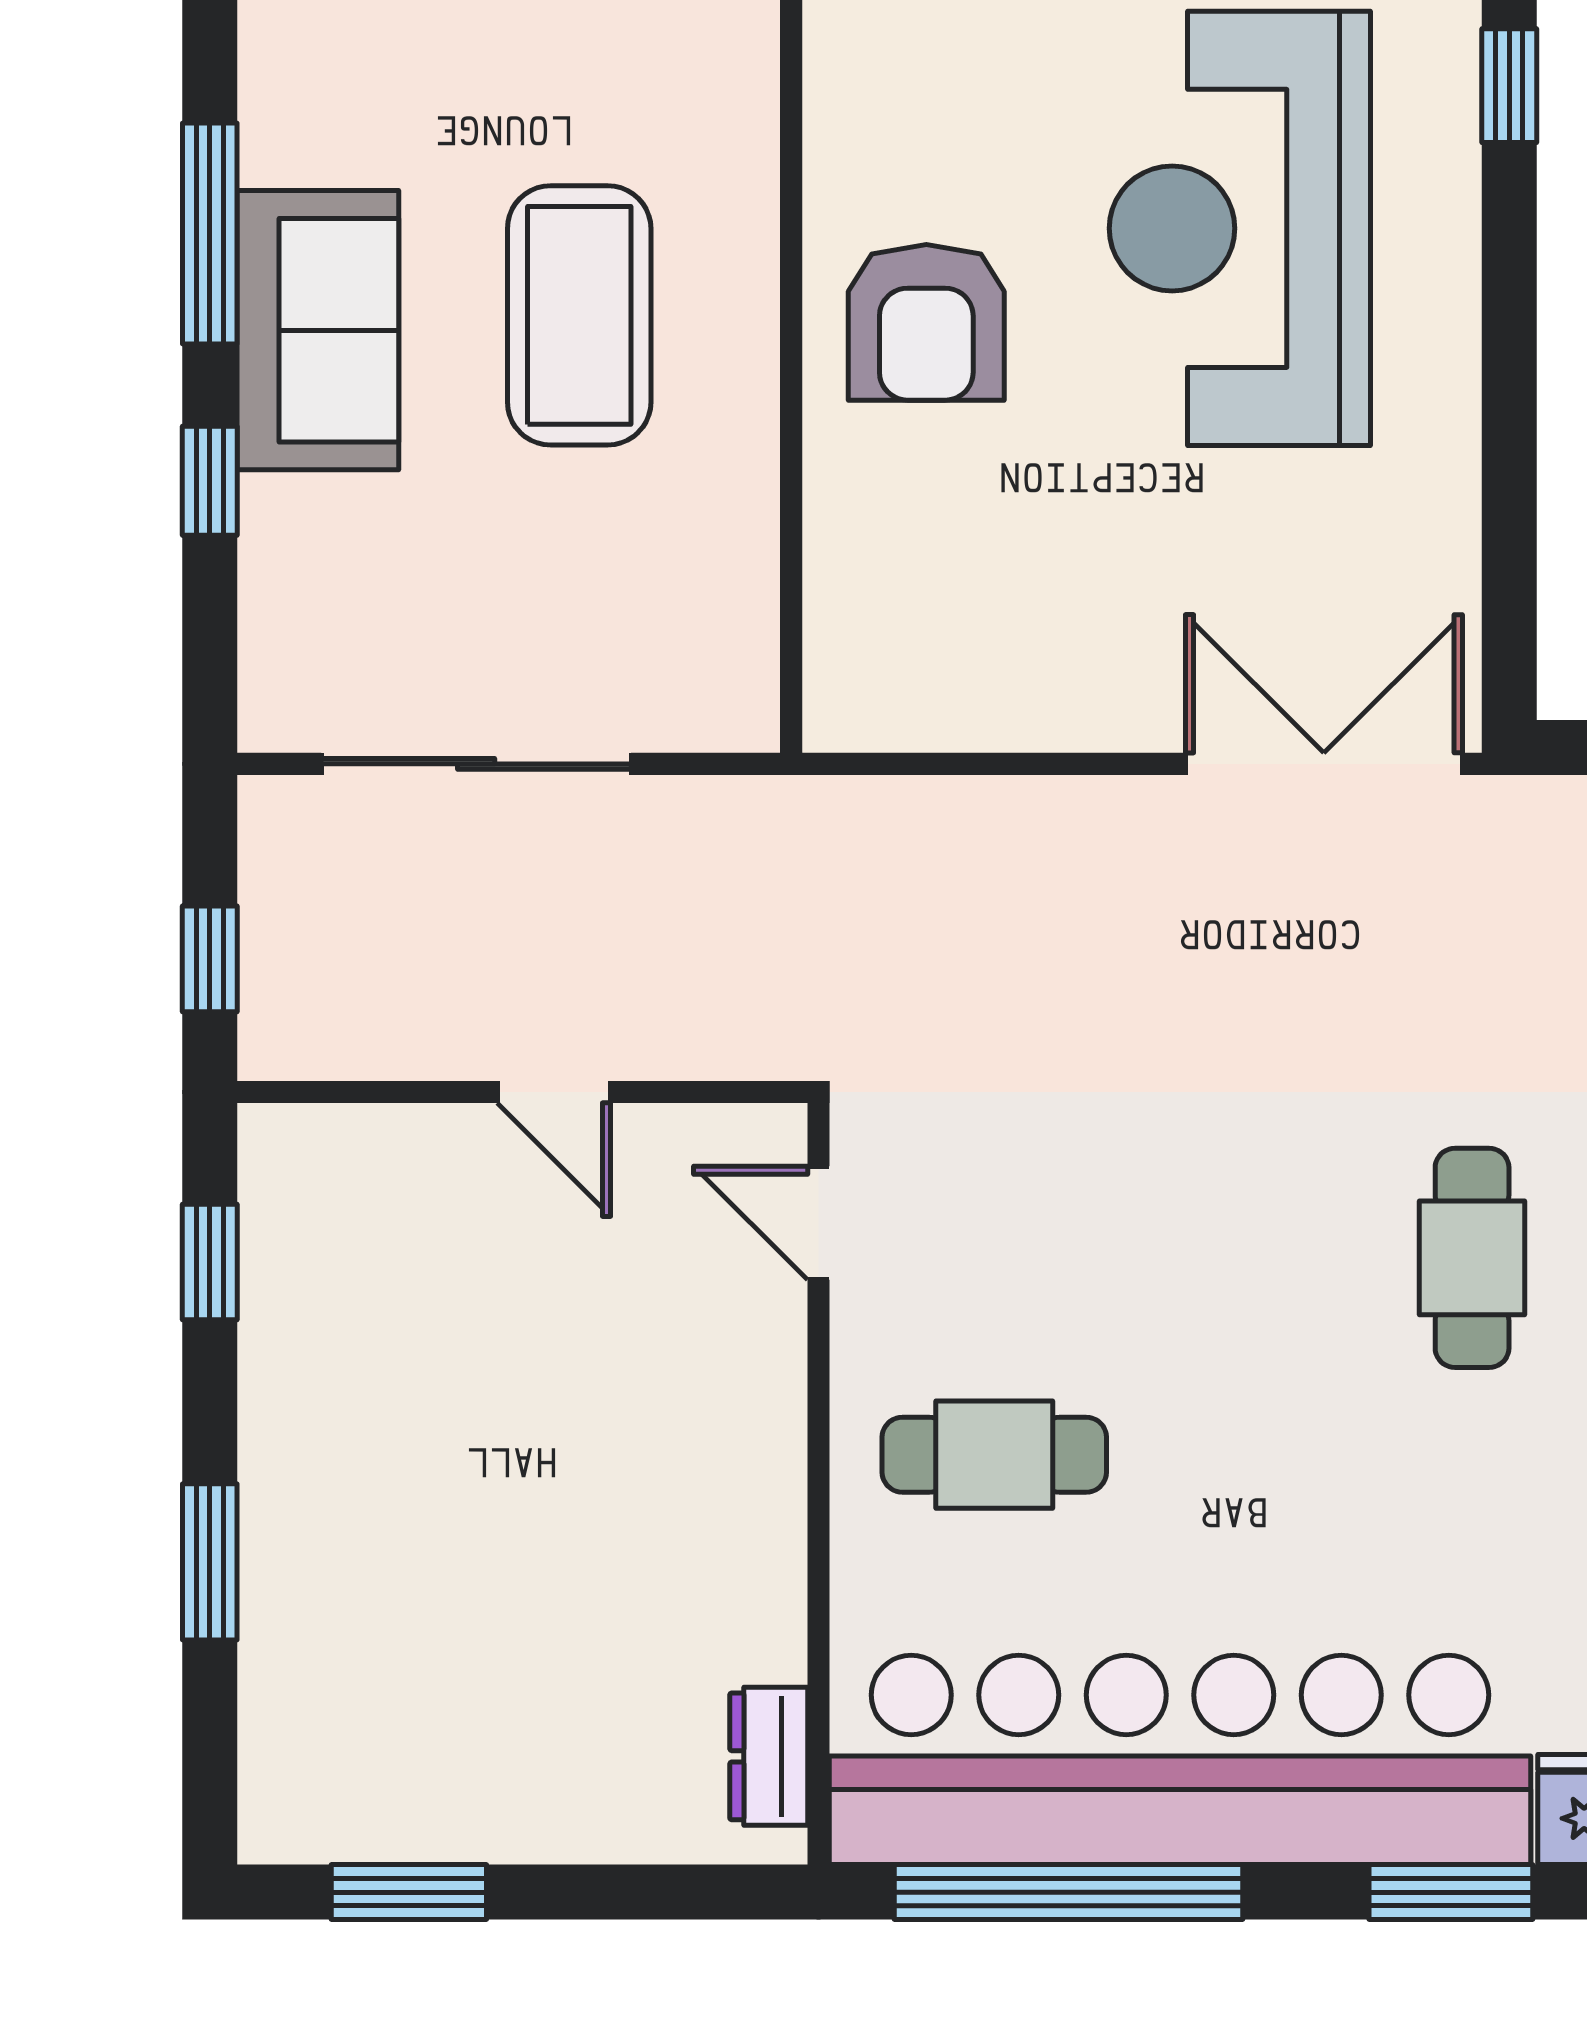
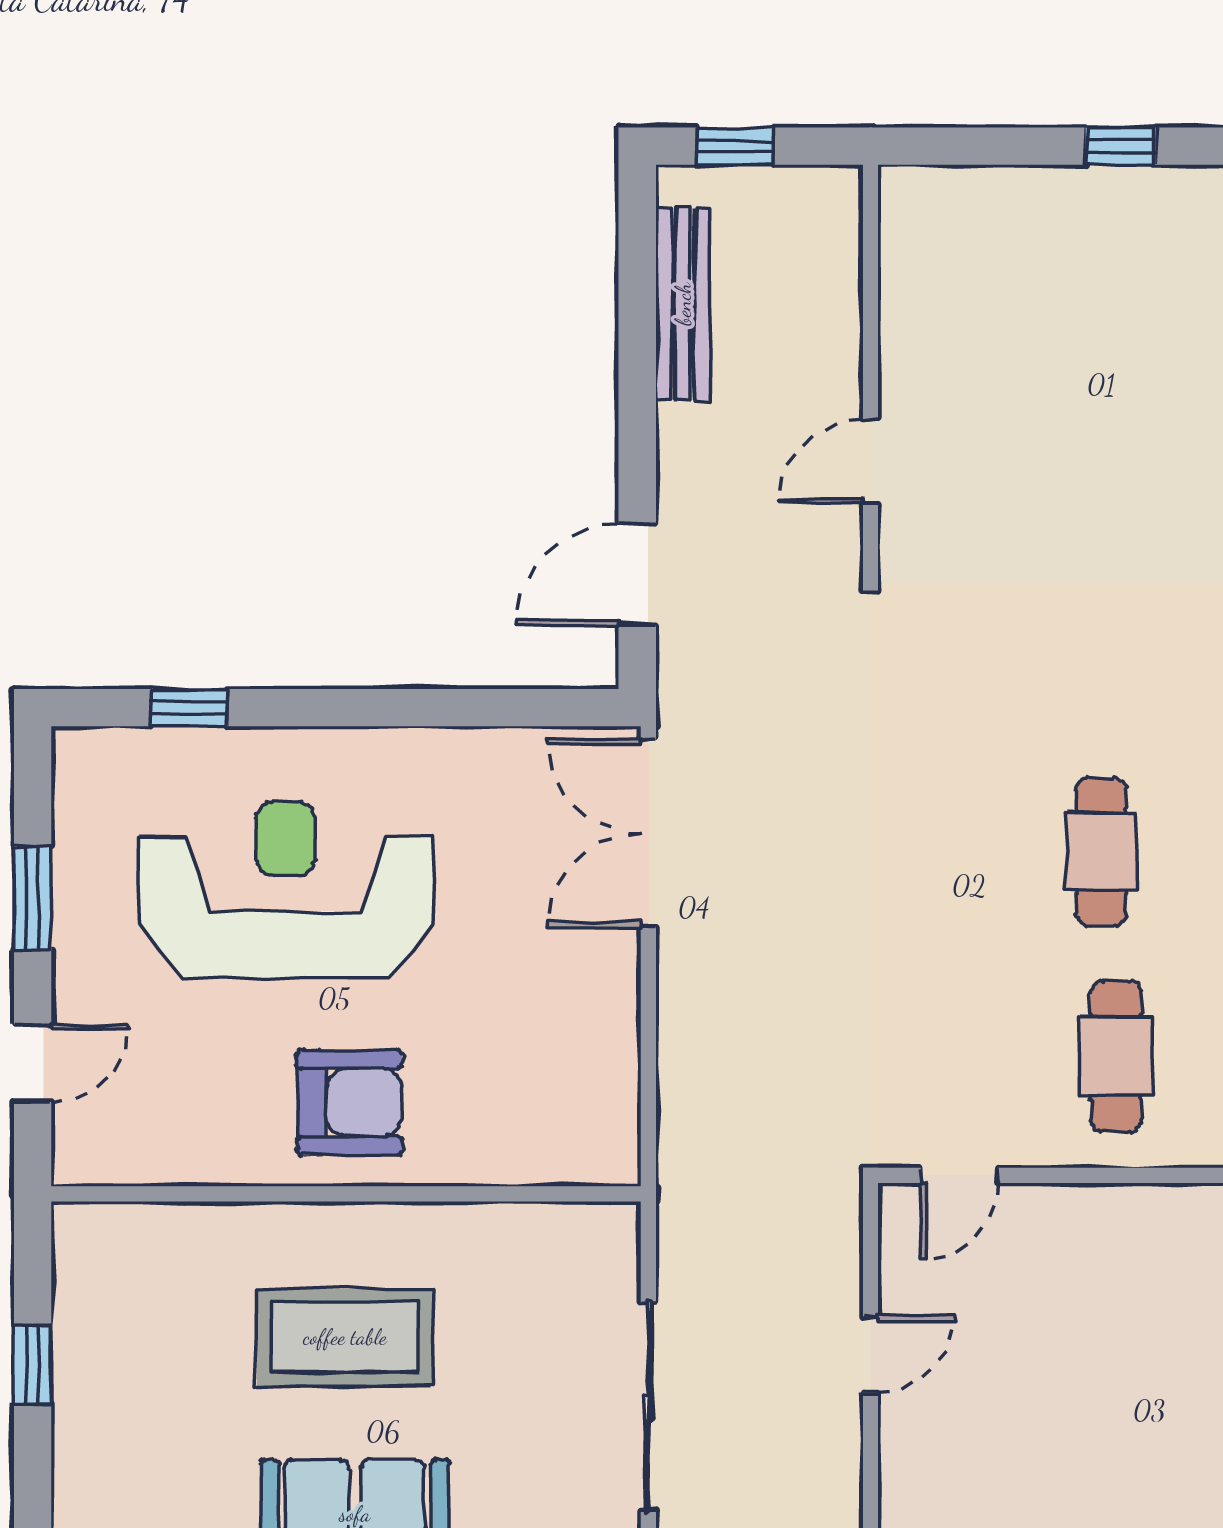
reception desk: (1240, 228) -> (286, 890), turned 180
cafe table: (1472, 1258) -> (1101, 851), moved, turned 90

